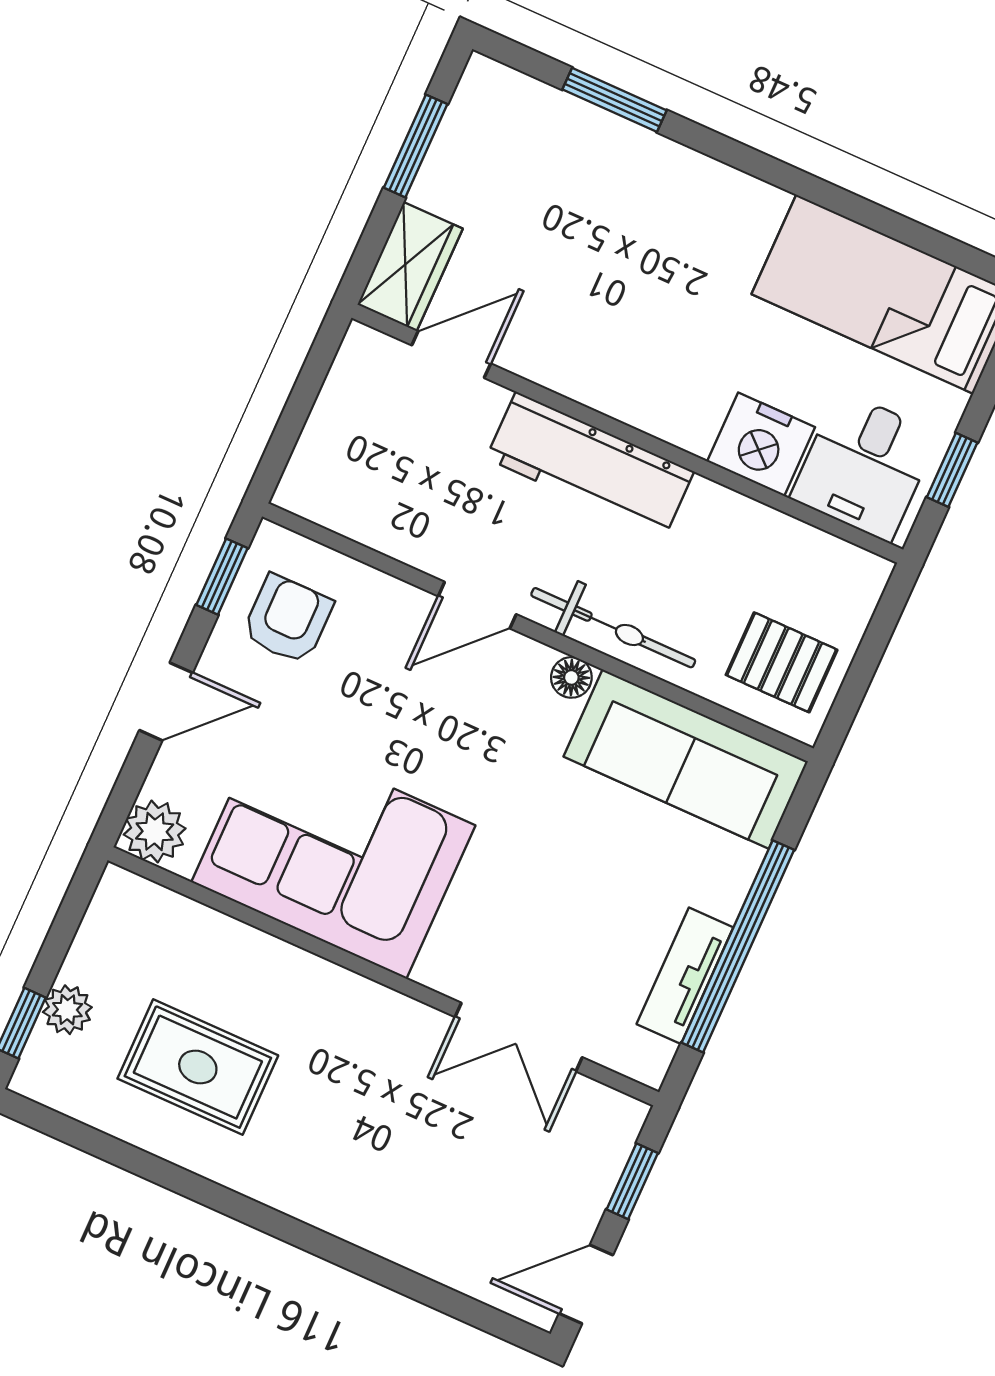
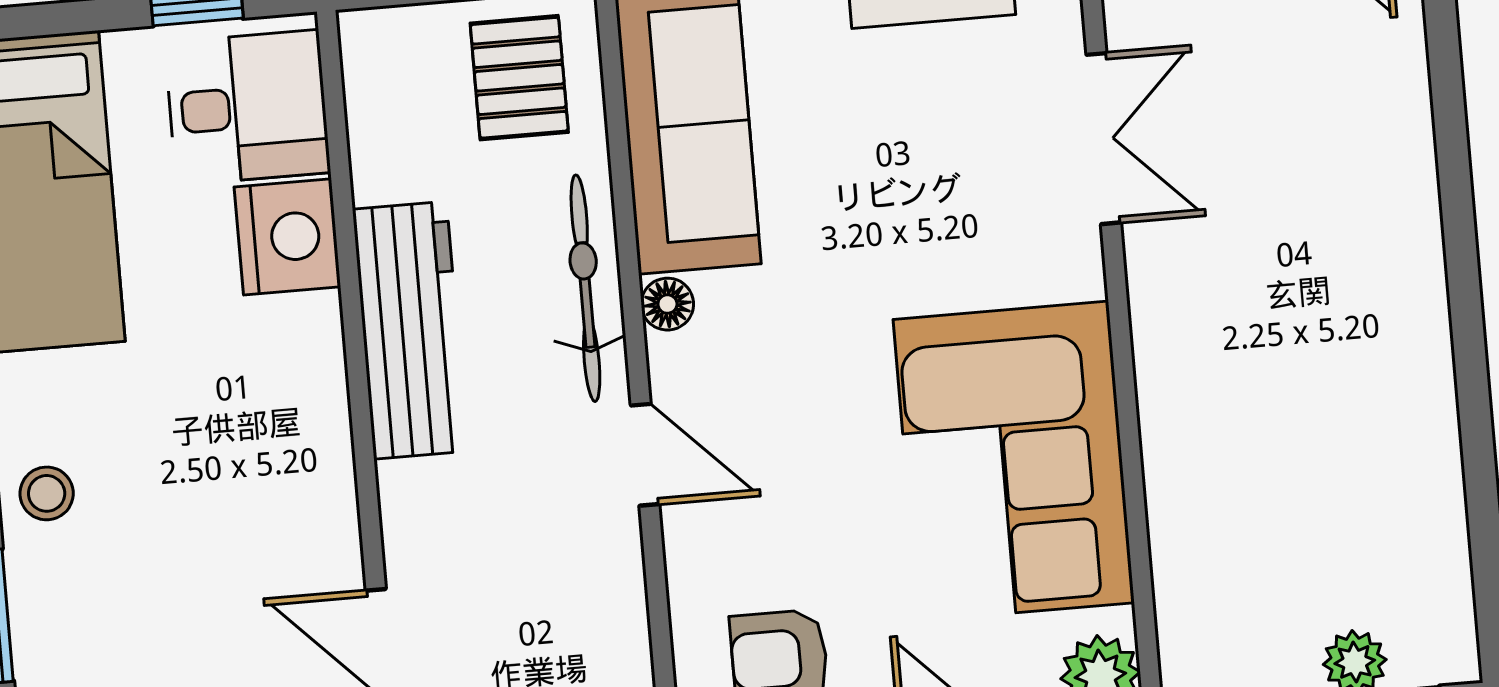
stool: (678, 183) -> (47, 493), added
workbench: (590, 465) -> (410, 330), moved
rug: (198, 1067) -> (1338, 480), removed

